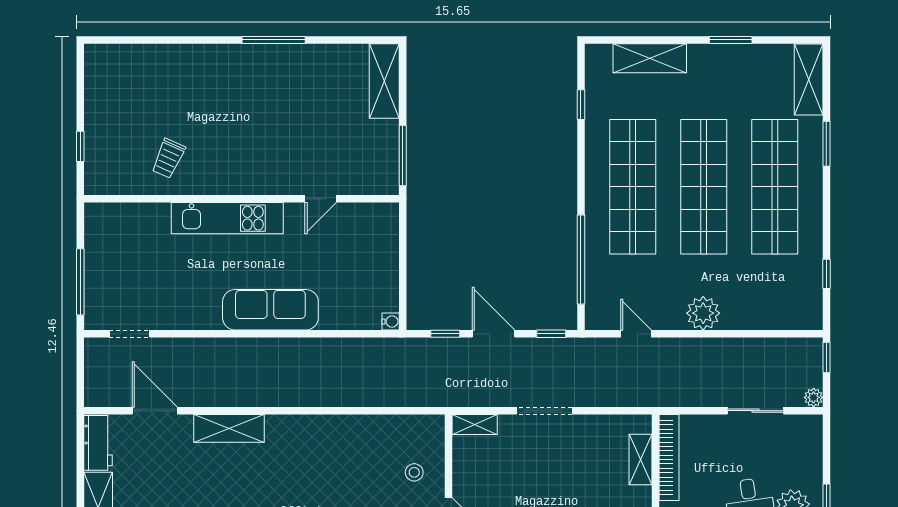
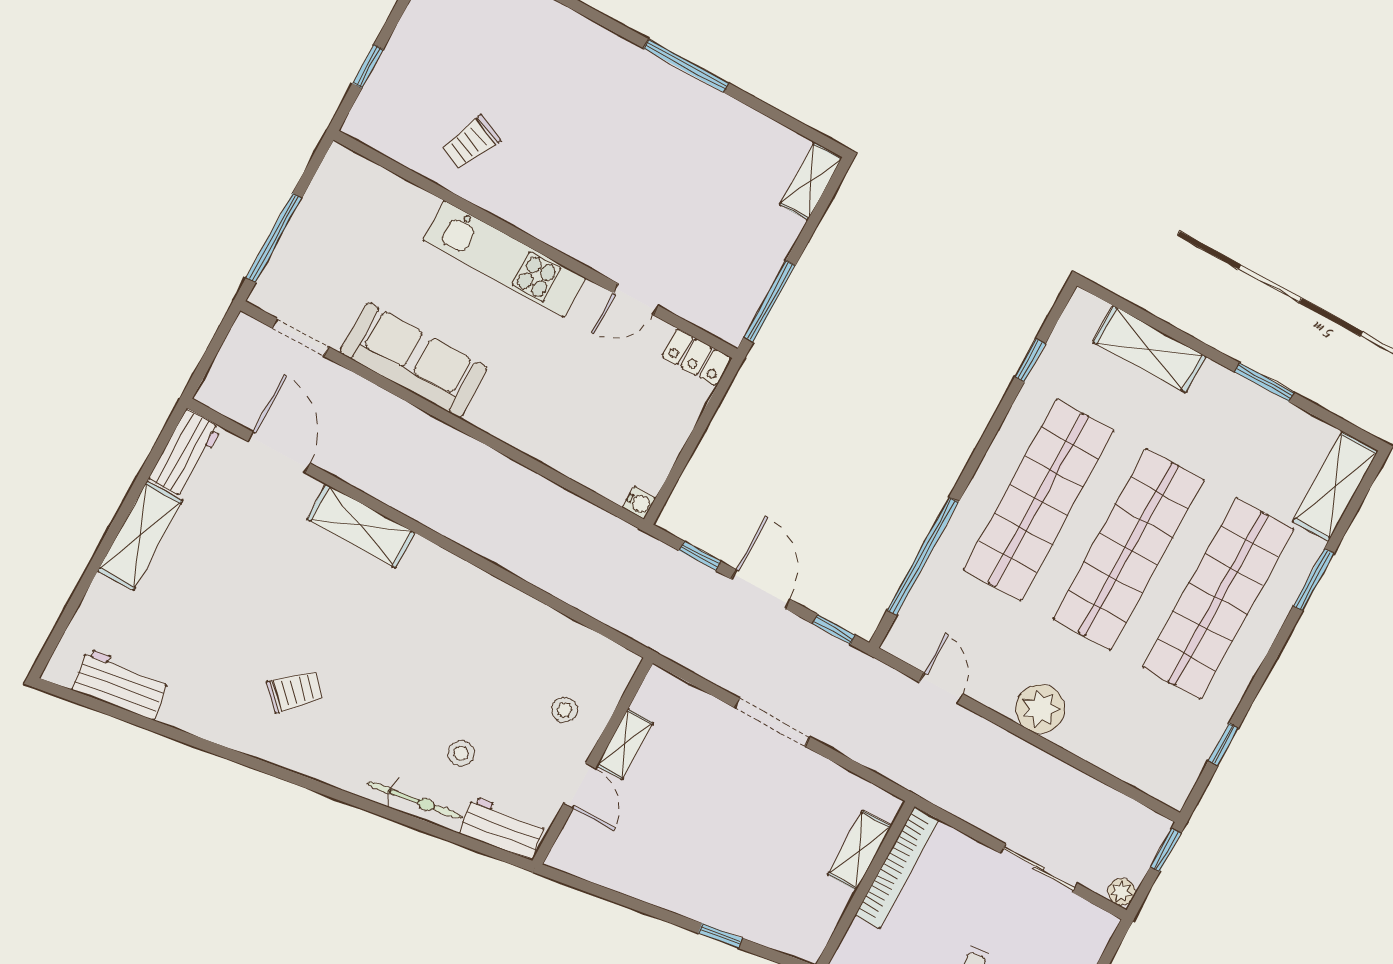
shelving: (384, 81) -> (811, 181), width x0.67, depth x0.75
locker: (377, 214) -> (696, 357), added
sofa: (270, 310) -> (414, 360), moved
shelving: (475, 424) -> (625, 744), moved, turned 90

